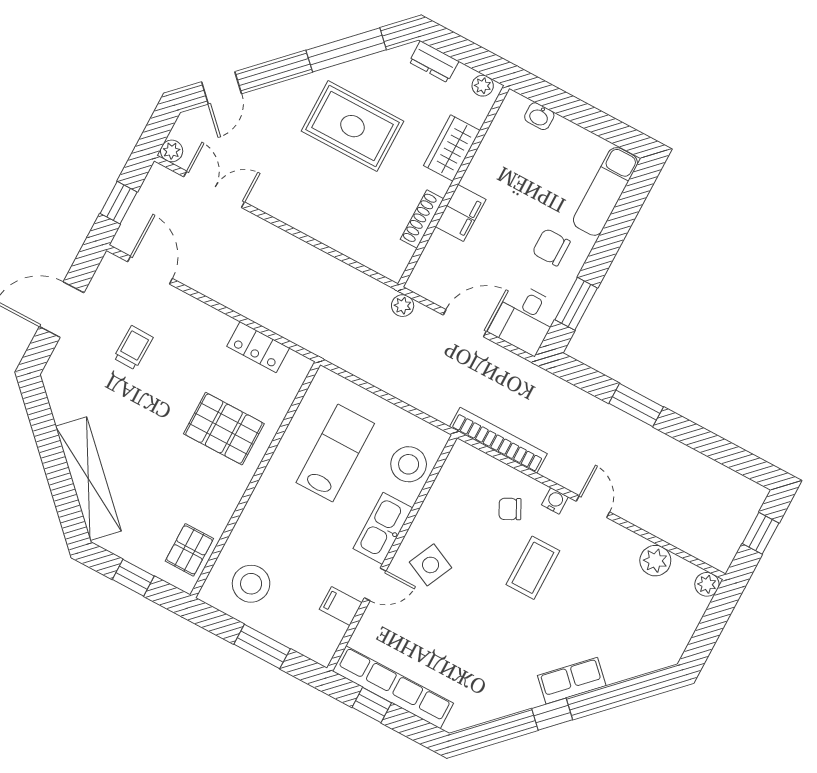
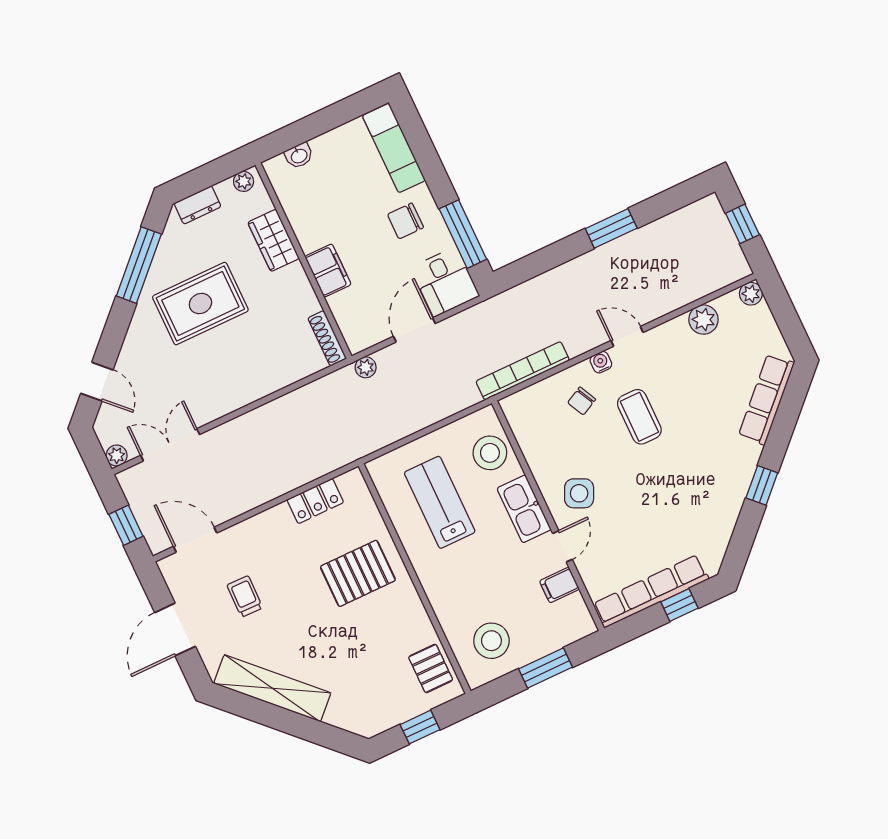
shoe rack: (422, 219) -> (327, 338), moved
window: (576, 304) -> (463, 234), width x1.44
window: (636, 405) -> (611, 228), moved
shelving: (88, 479) -> (272, 688), moved
row of seats: (572, 681) -> (766, 399), moved, width x1.48
window: (372, 705) -> (679, 605), moved

